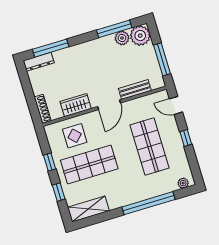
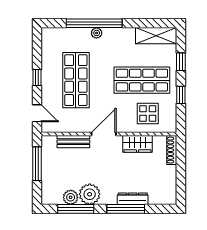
plant: (140, 36) -> (90, 194), moved
window: (51, 48) -> (126, 209), moved
dresser: (39, 62) -> (133, 199), moved
plant: (183, 183) -> (97, 33), moved

